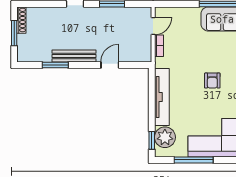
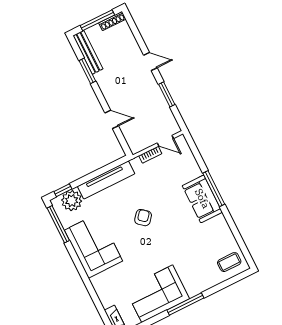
window: (14, 33) -> (97, 20), width x1.44
bench: (74, 56) -> (88, 52), moved
armchair: (212, 81) -> (143, 218), turned 130
window: (194, 160) -> (58, 224), moved

